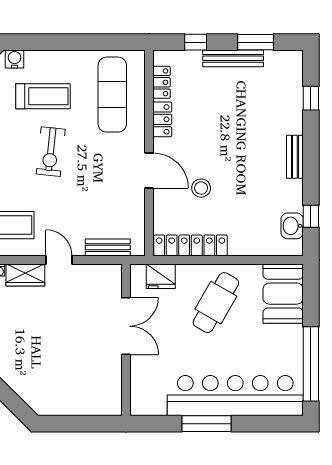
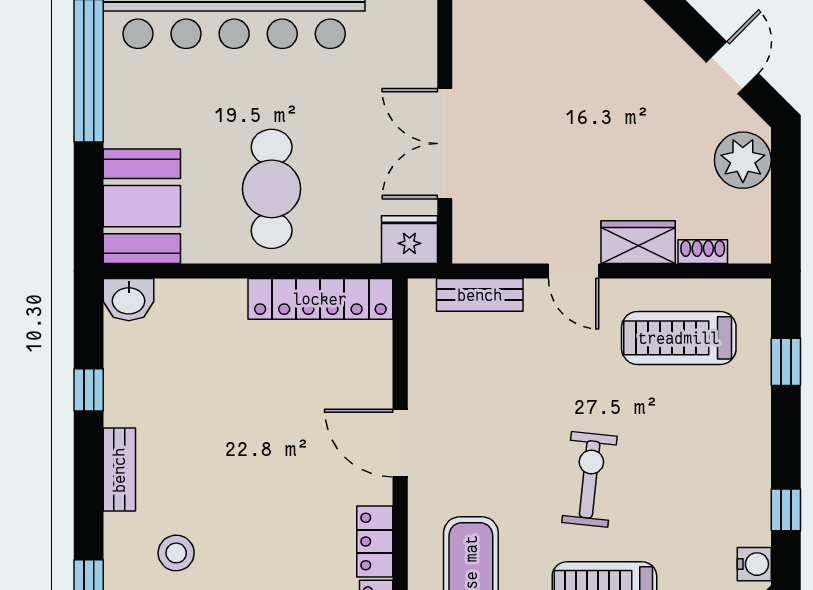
stool: (201, 188) -> (176, 553), moved
window: (311, 216) -> (89, 390), moved
washbasin: (292, 226) -> (129, 300), moved, turned 90
fridge: (161, 276) -> (409, 240), moved
cafe table: (216, 303) -> (272, 189), turned -30

